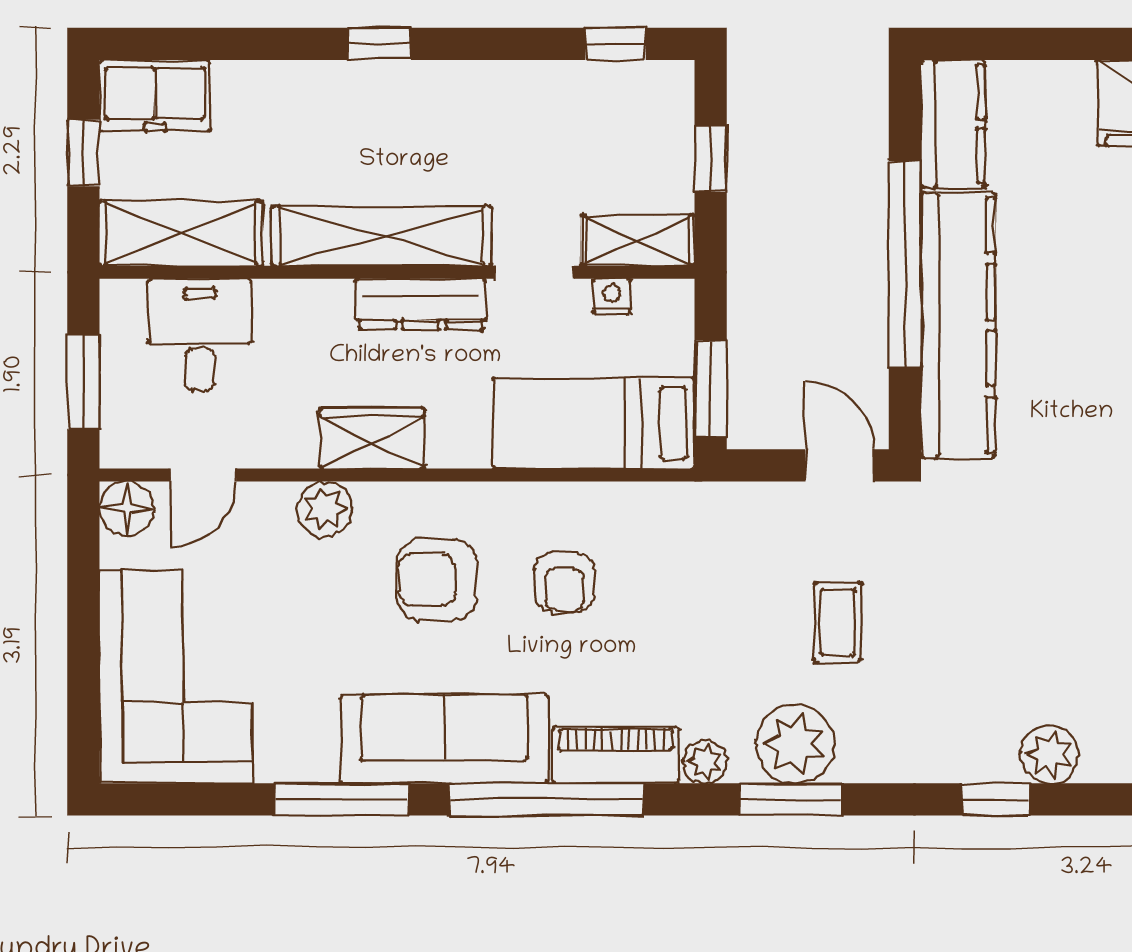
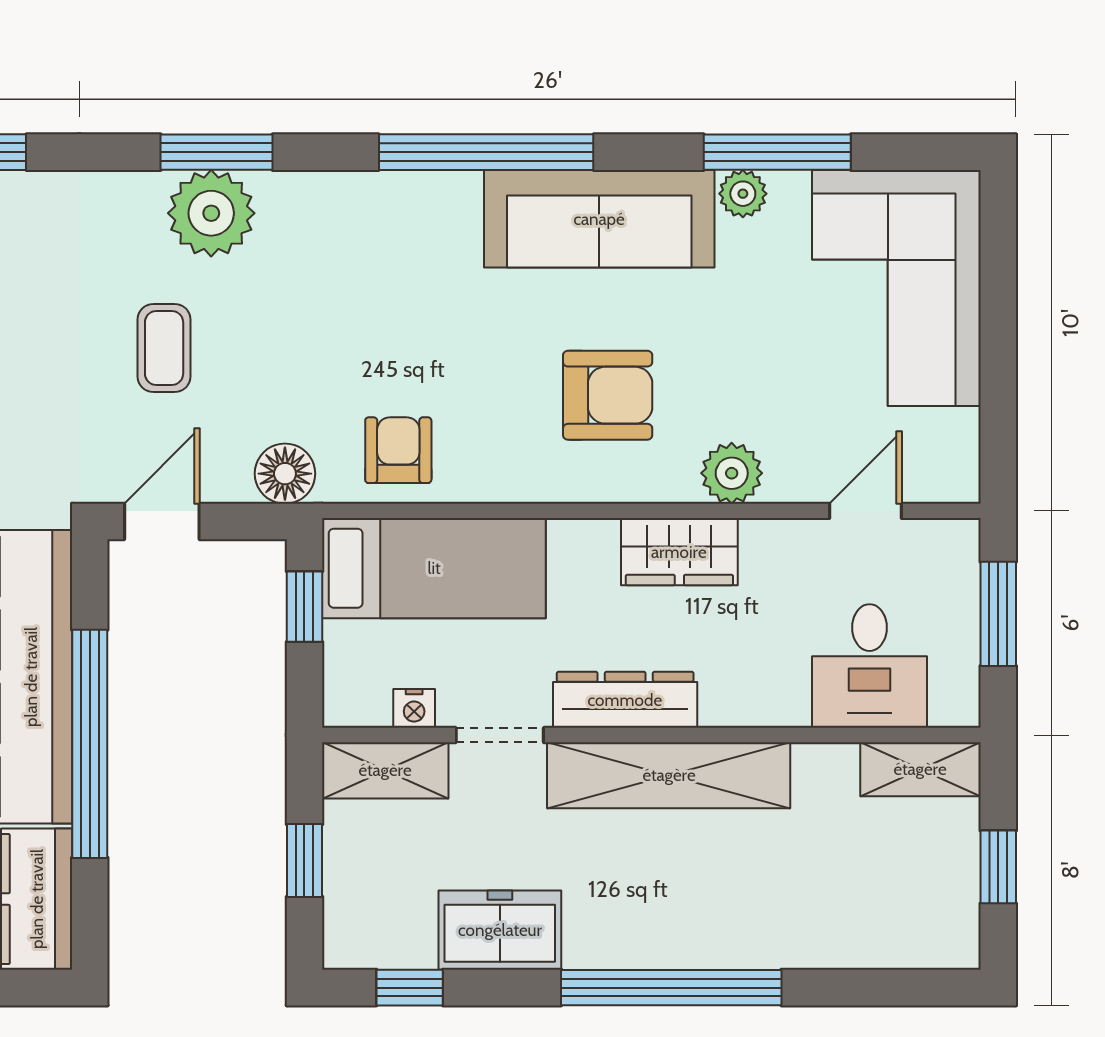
window: (379, 44) -> (671, 988), width x3.17
freezer: (155, 96) -> (500, 930), moved
shelving: (181, 233) -> (920, 769), width x0.67, depth x0.75
window: (711, 388) -> (304, 607), width x0.67
door: (840, 465) -> (162, 521), swing flipped
floor lamp: (127, 509) -> (285, 474), moved
armchair: (565, 582) -> (398, 450), moved
piano: (616, 755) -> (409, 201), removed
plant: (705, 762) -> (743, 194), moved
window: (342, 799) -> (777, 152), moved

